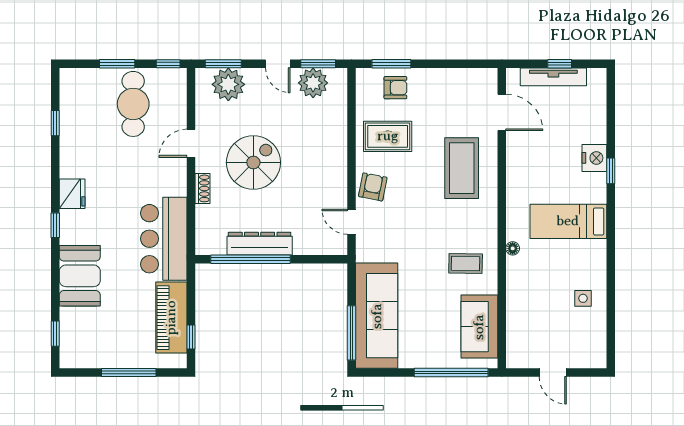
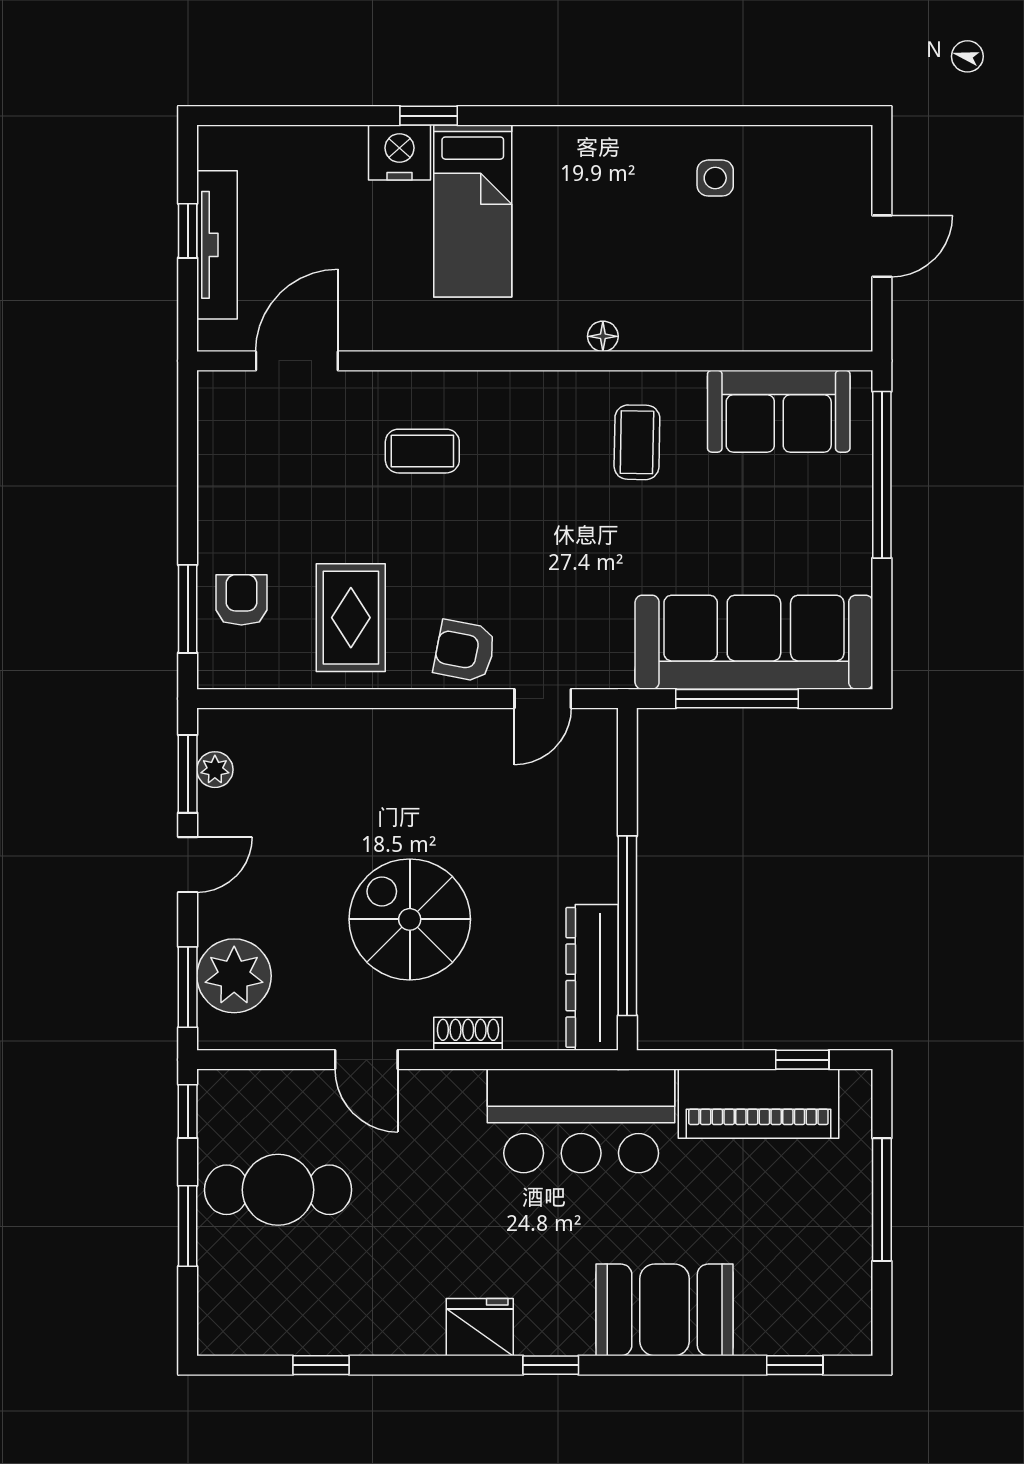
plant: (313, 83) -> (215, 770), width x0.53, depth x0.53
coffee table: (462, 168) -> (422, 451), width x0.54, depth x0.58
bed: (568, 221) -> (473, 211), moved
dresser: (260, 244) -> (592, 977), moved
window: (352, 333) -> (737, 699), moved

